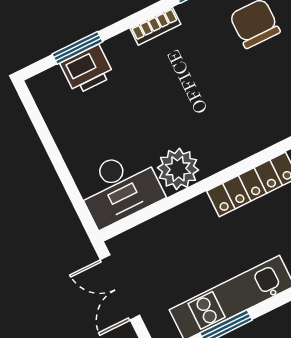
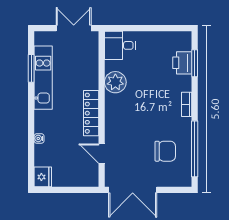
desk: (119, 188) -> (120, 45), width x0.73

